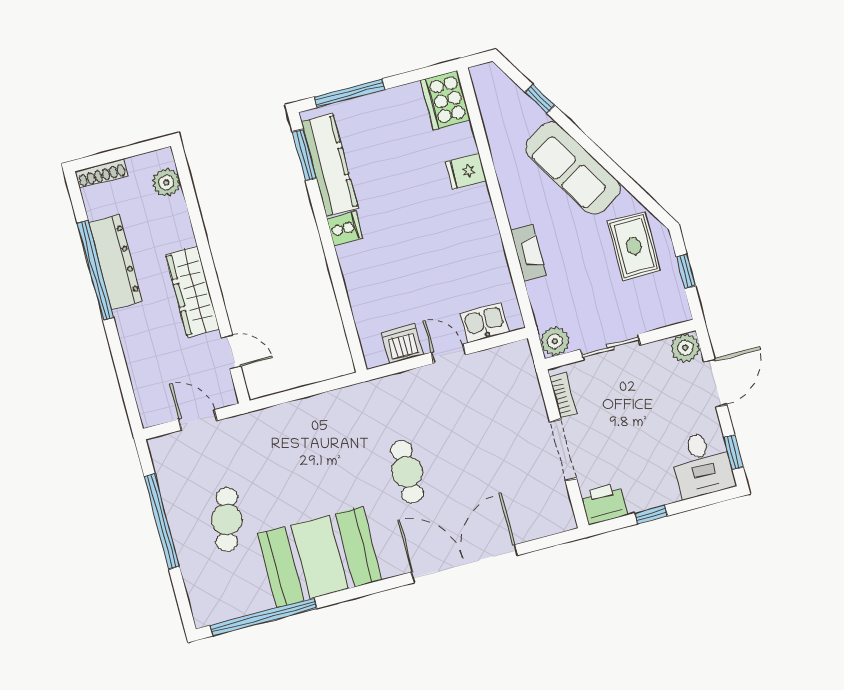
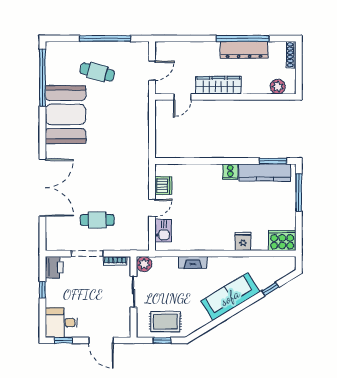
rug: (634, 246) -> (165, 322), moved
plant: (685, 348) -> (123, 330), removed
cafe table: (407, 472) -> (97, 220), moved

